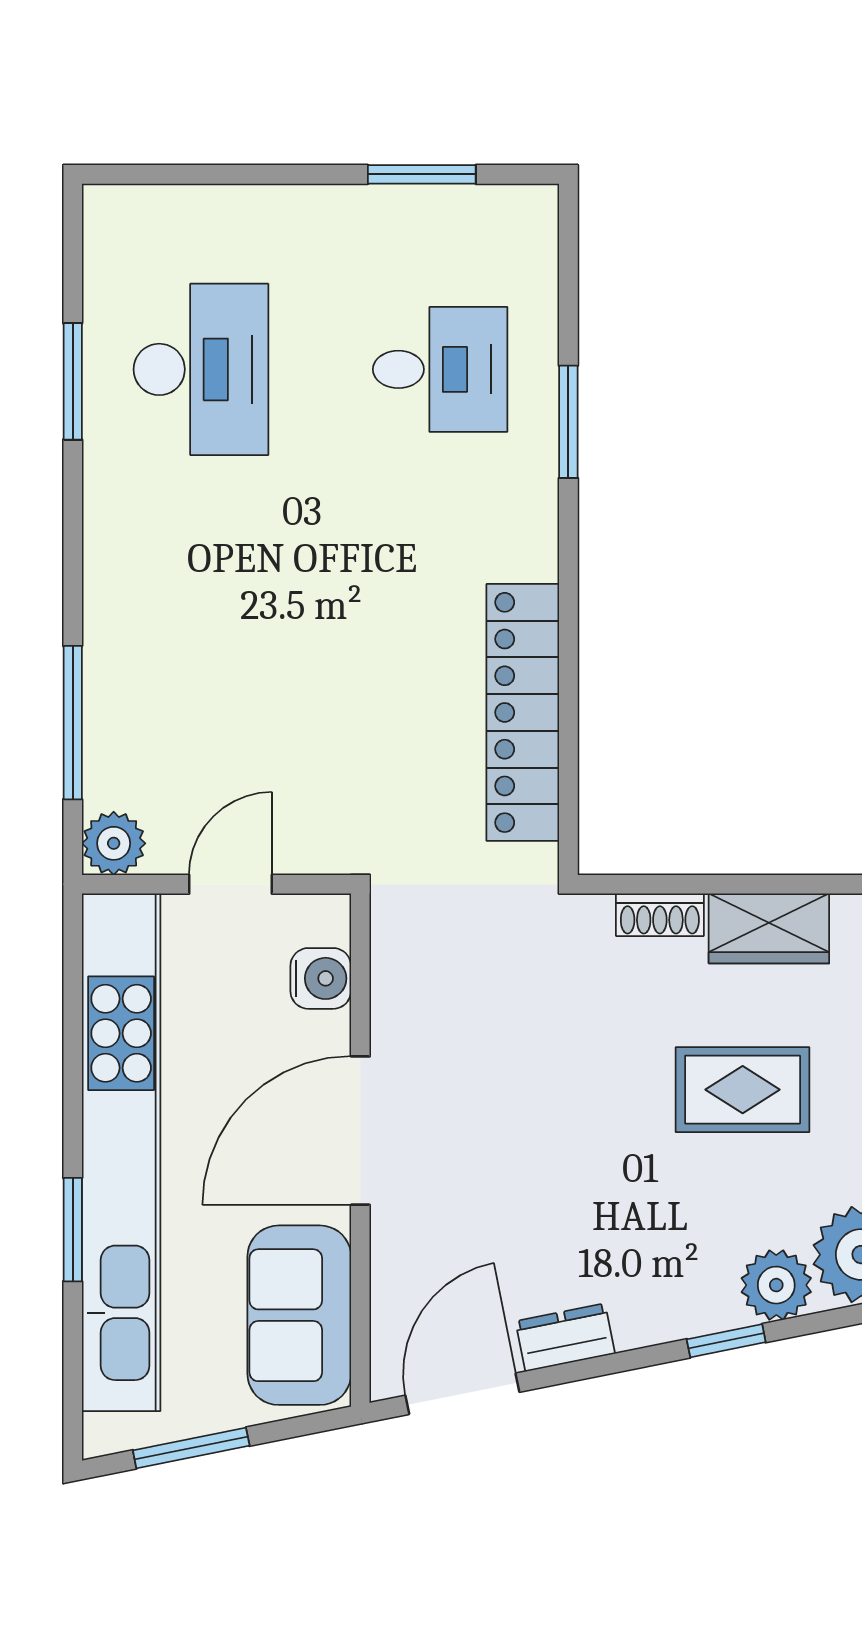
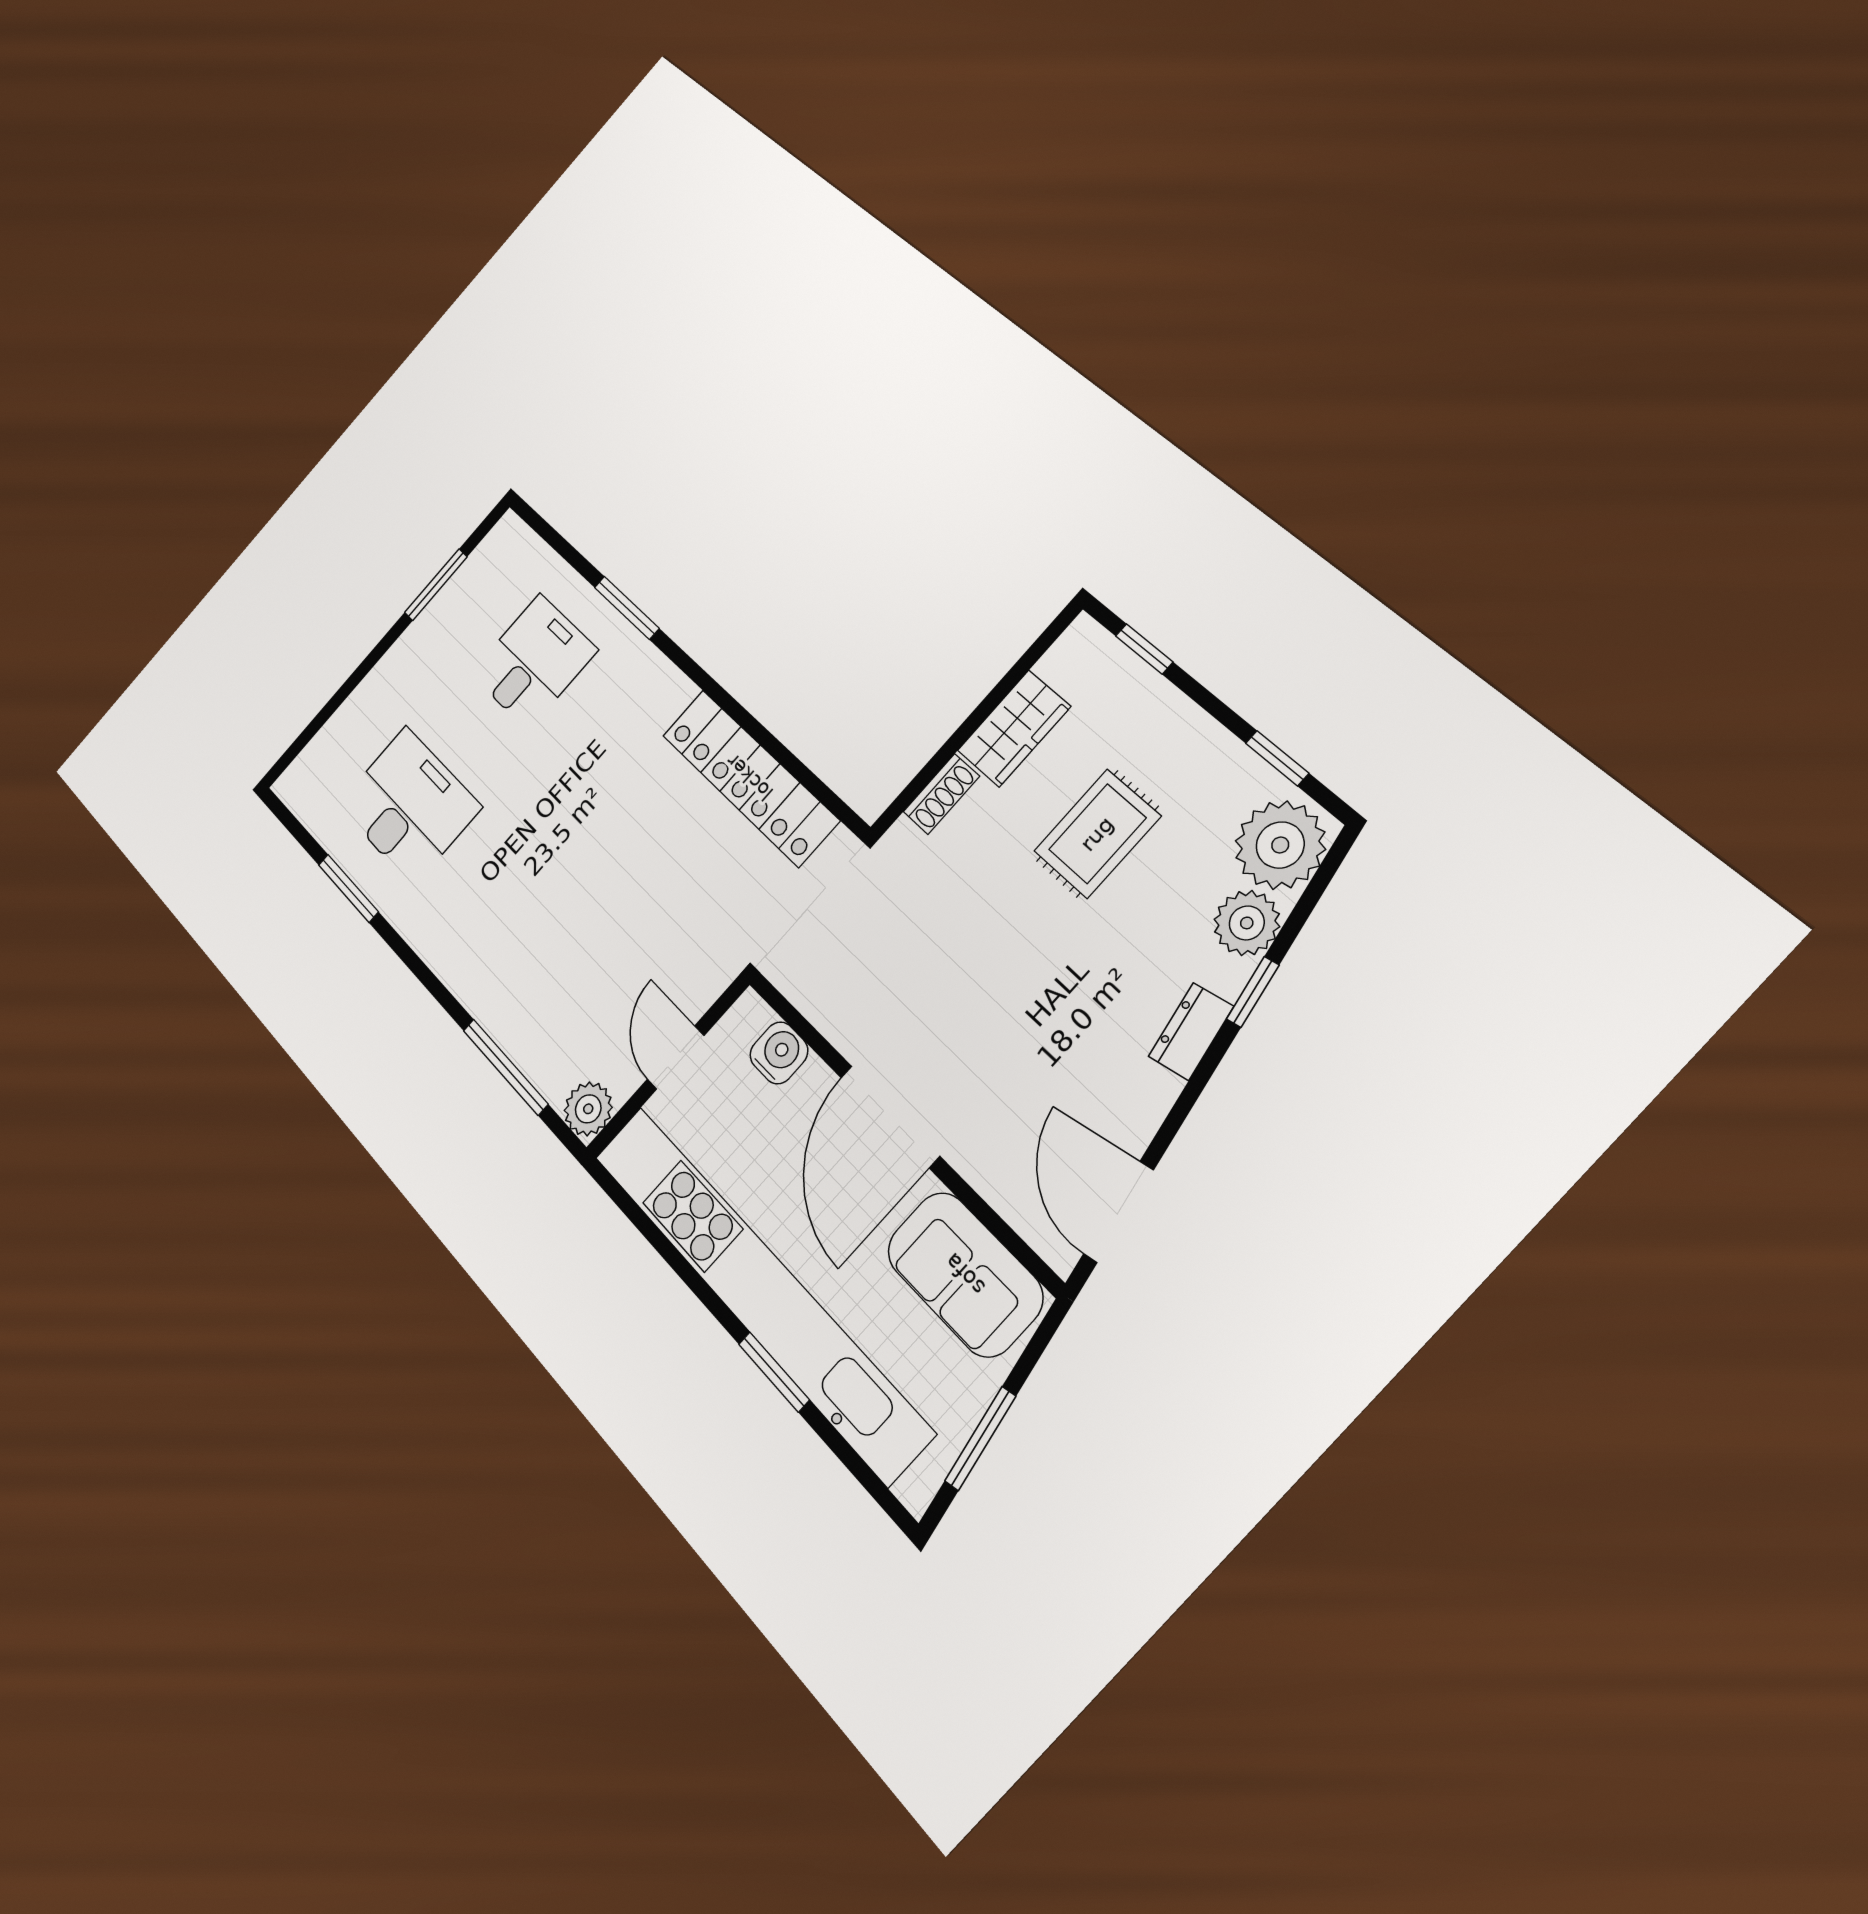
dresser: (565, 1337) -> (1191, 1031), moved

